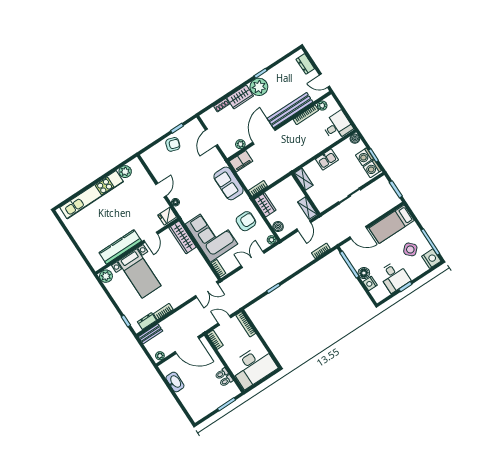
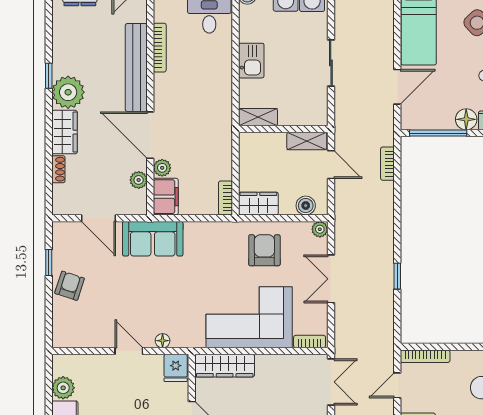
plant: (322, 106) -> (162, 168), moved
sofa: (229, 183) -> (153, 239), moved

